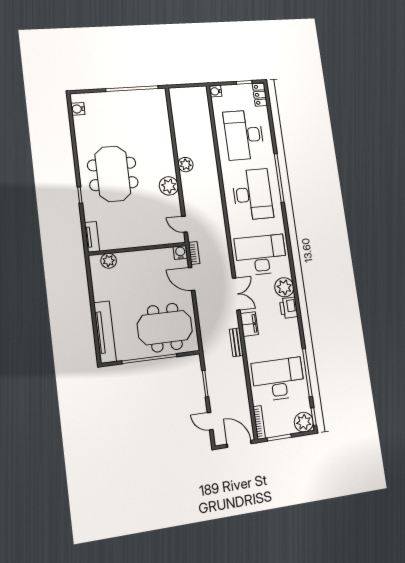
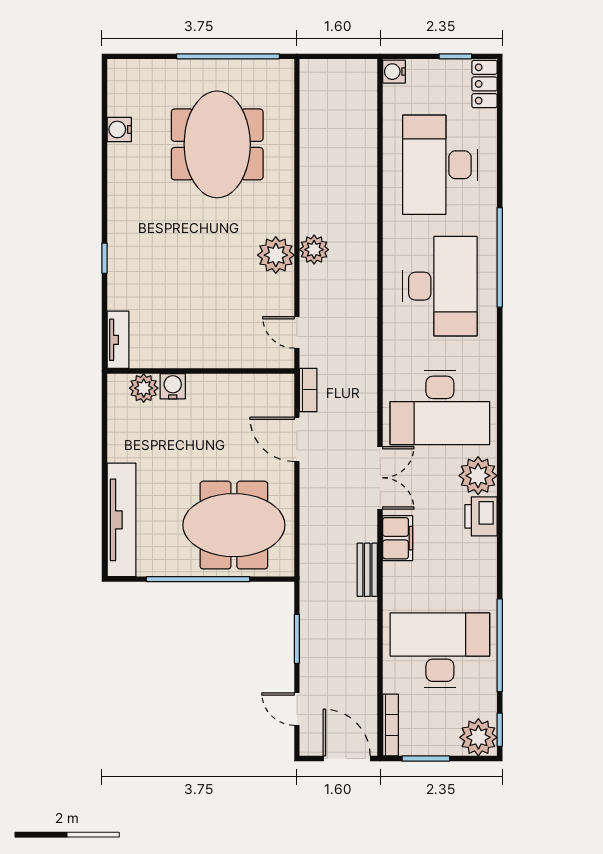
water cooler: (78, 109) -> (119, 129), moved
plant: (186, 165) -> (314, 250), moved
meeting table: (113, 174) -> (217, 144), moved
water cooler: (180, 252) -> (173, 386), moved
desk: (261, 255) -> (440, 407), turned 180

